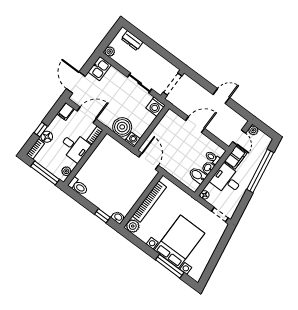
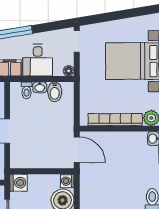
door: (149, 161) -> (77, 150), swing flipped

